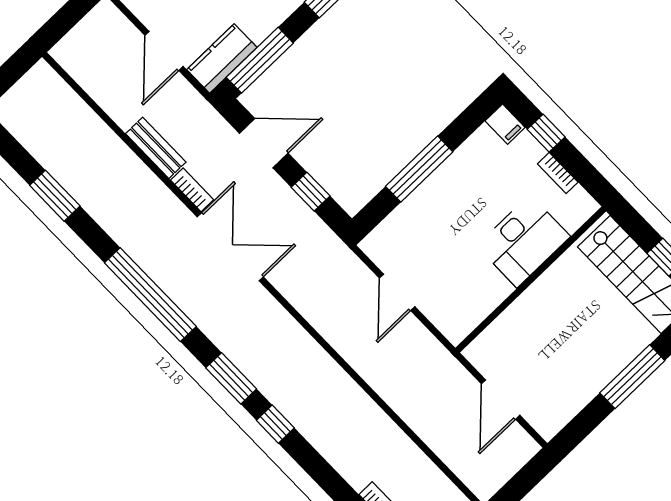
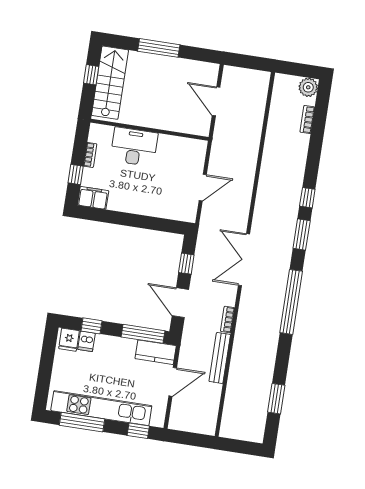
filing cabinet: (505, 124) -> (93, 198), width x2.00
bench: (156, 148) -> (220, 358), width x1.36
window: (419, 169) -> (137, 221), removed
window: (55, 196) -> (276, 399), moved
double door: (230, 247) -> (244, 260), moved
door: (501, 400) -> (216, 101), swing flipped

